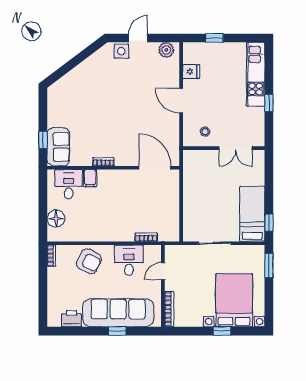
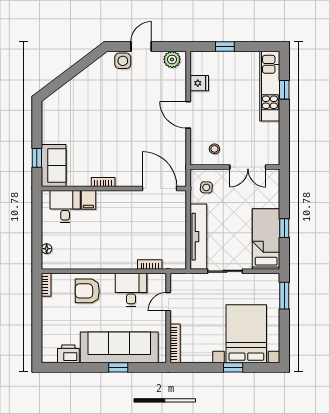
window: (269, 103) -> (284, 90), moved
side table: (198, 167) -> (206, 187), added
tv unit: (190, 212) -> (198, 237), added
floor lamp: (56, 219) -> (47, 249), width x0.53, depth x0.53
window: (269, 223) -> (284, 228), moved
armchair: (89, 261) -> (87, 291), turned 153

